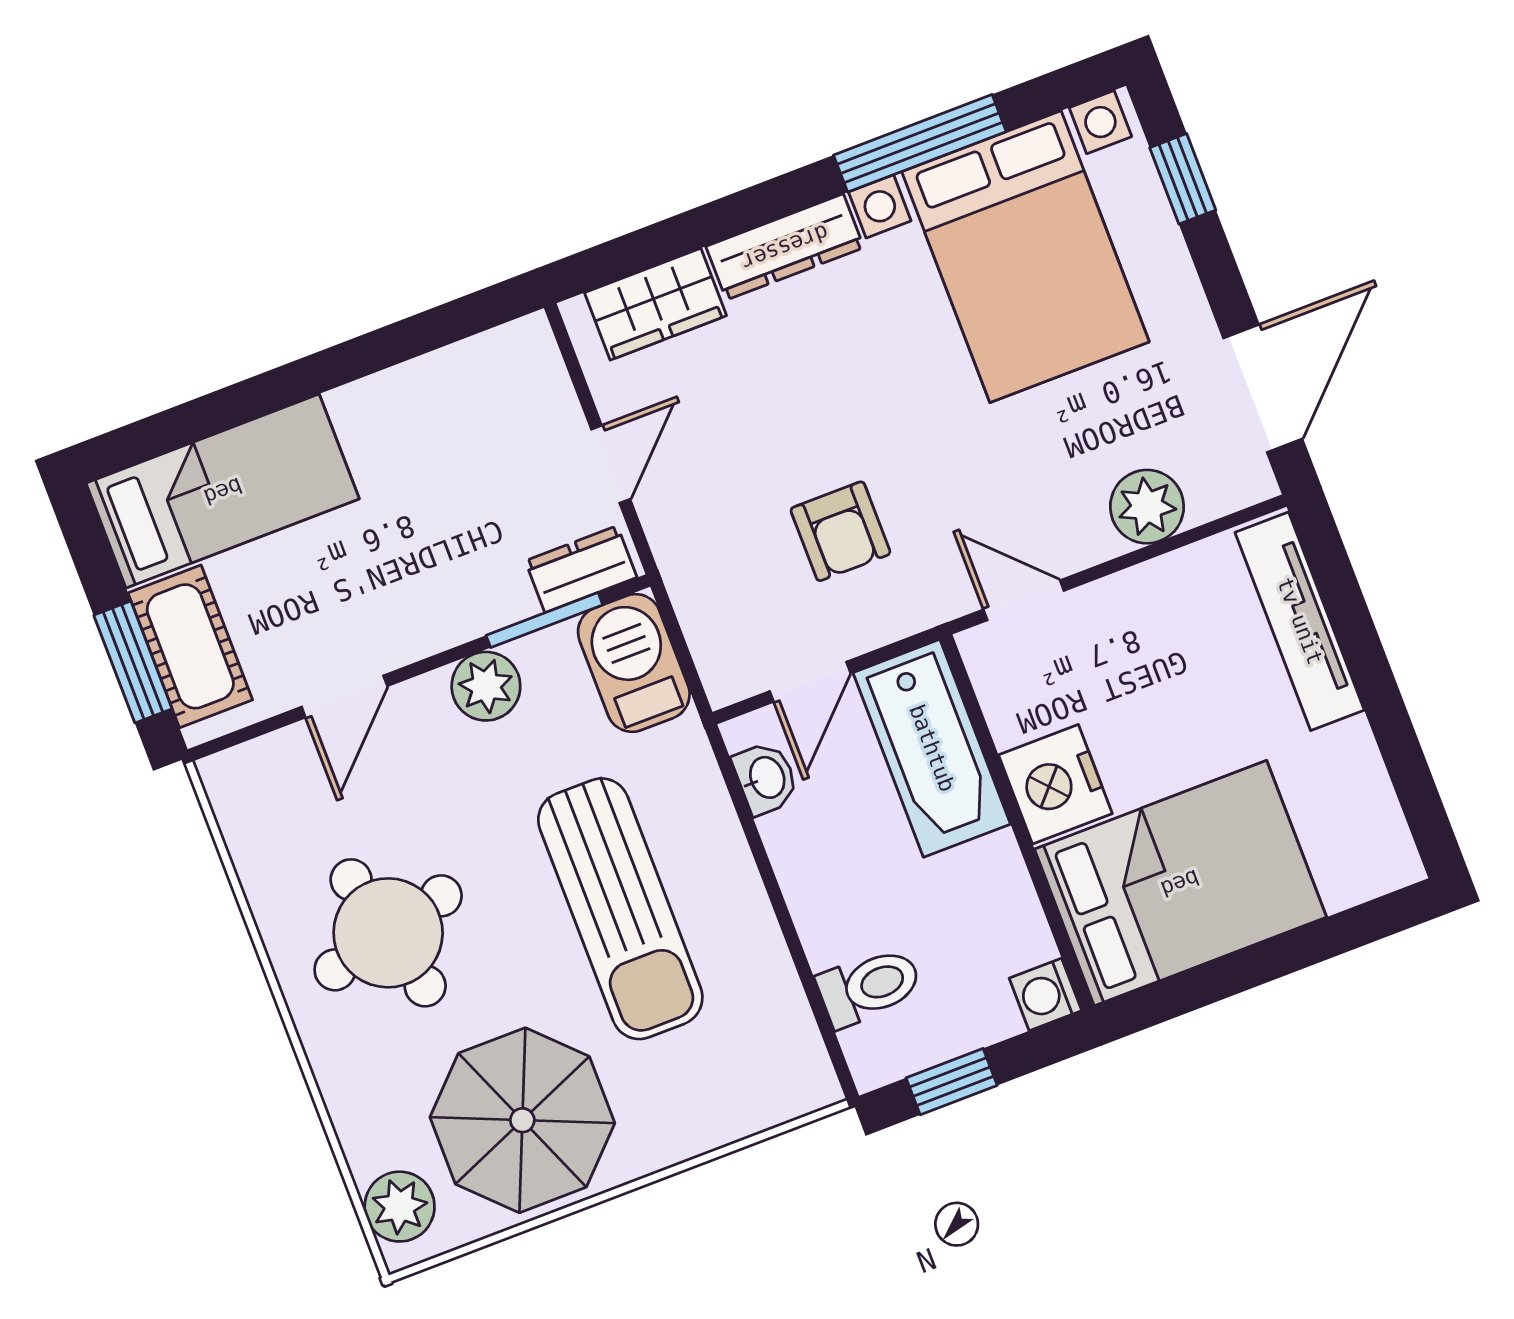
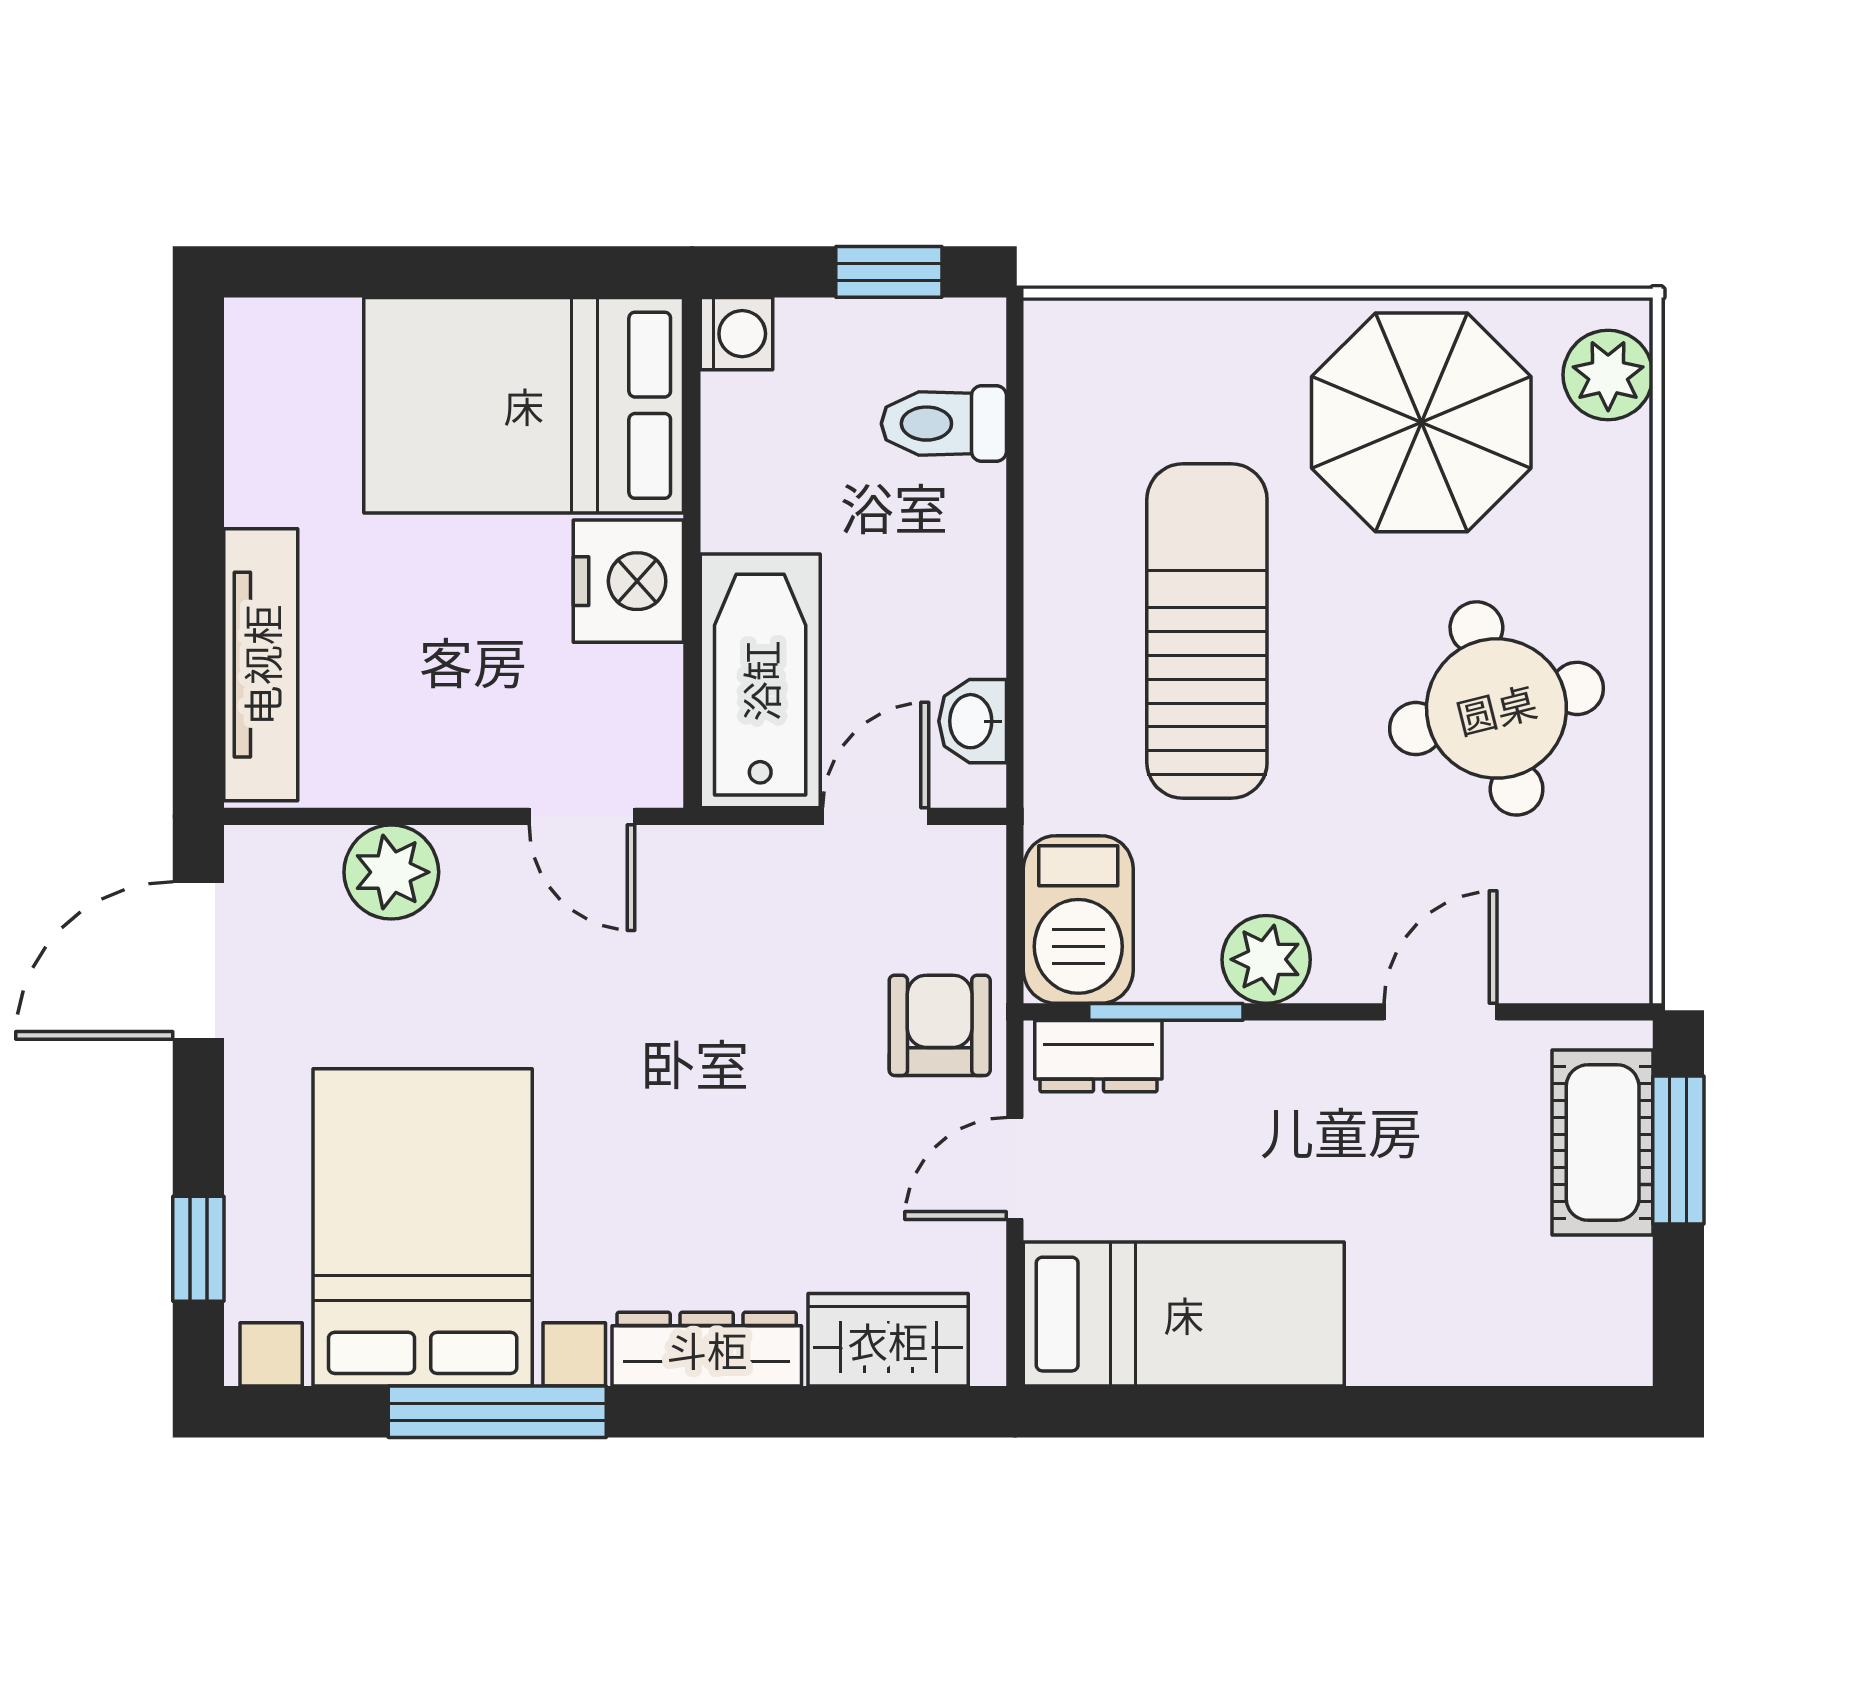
bed: (223, 491) -> (1184, 1314), moved, turned 180
armchair: (840, 531) -> (940, 1025), moved

